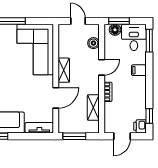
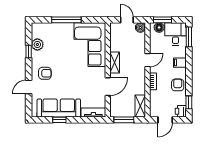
boiler: (93, 43) -> (140, 27), moved
armchair: (136, 96) -> (178, 85), added
shelving: (93, 108) -> (140, 106), moved

